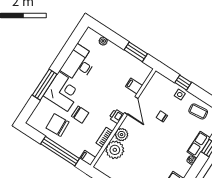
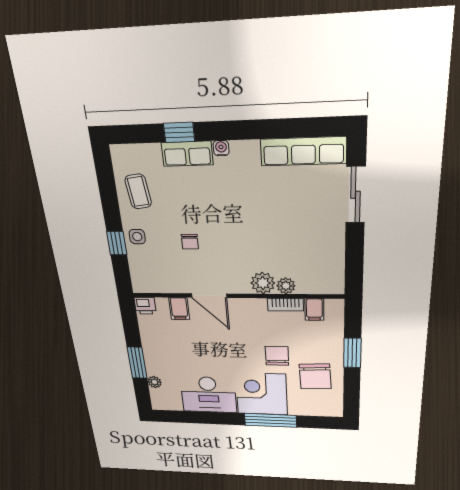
window: (136, 52) -> (137, 363), moved
door: (131, 105) -> (209, 296), swing flipped
printer: (116, 116) -> (145, 306), moved
plant: (115, 150) -> (286, 286), width x0.53, depth x0.53
window: (60, 151) -> (352, 353), width x0.47
filing cabinet: (88, 158) -> (314, 310), moved

